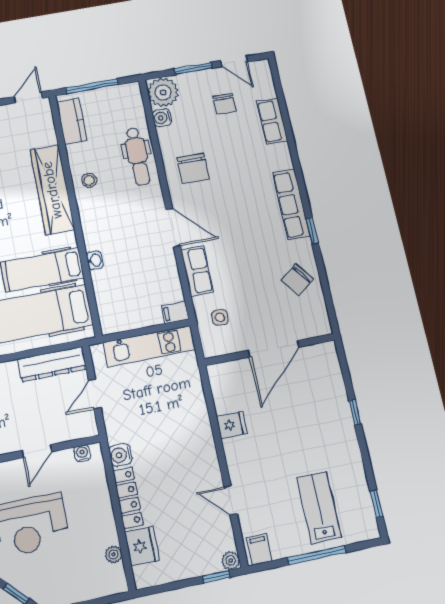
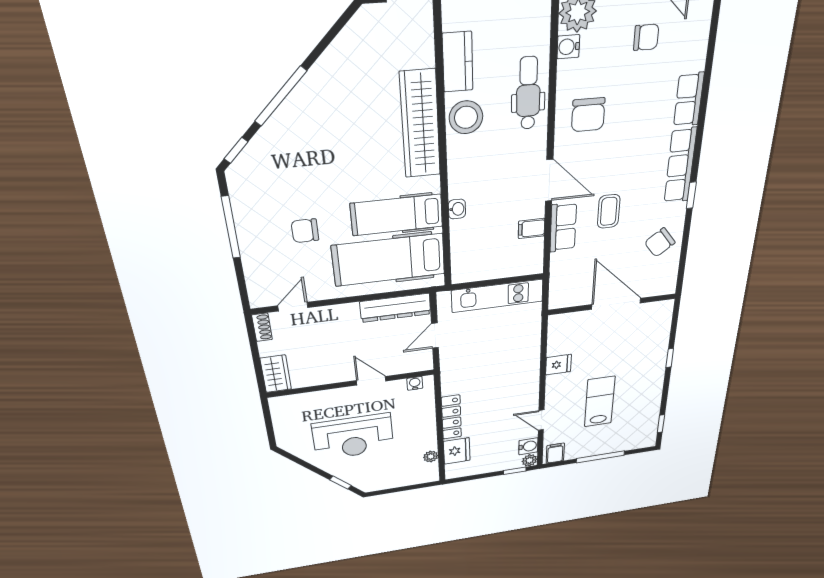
chair: (224, 104) -> (646, 37), turned -90
kitchen counter: (72, 121) -> (458, 62), moved
row of seats: (272, 121) -> (689, 100), moved
dental chair: (137, 156) -> (528, 93), turned 180
stool: (89, 180) -> (466, 117), width x1.89, depth x1.89
coffee table: (237, 252) -> (609, 211), added
filing cabinet: (175, 312) -> (532, 228), moved
side table: (220, 317) -> (574, 273), removed
door: (274, 349) -> (616, 304), swing flipped
door: (37, 451) -> (371, 381), swing flipped
water cooler: (121, 455) -> (528, 446), moved, turned 180
lab bench: (319, 507) -> (600, 402), moved

